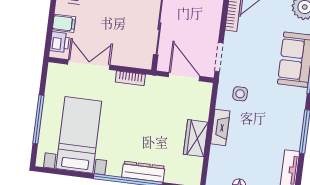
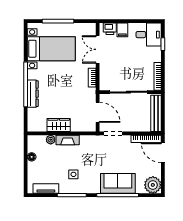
double door: (89, 65) -> (98, 49), swing flipped
door: (184, 77) -> (98, 112), hinge flipped
side table: (240, 94) -> (73, 174), moved
plant: (217, 153) -> (51, 140), added

